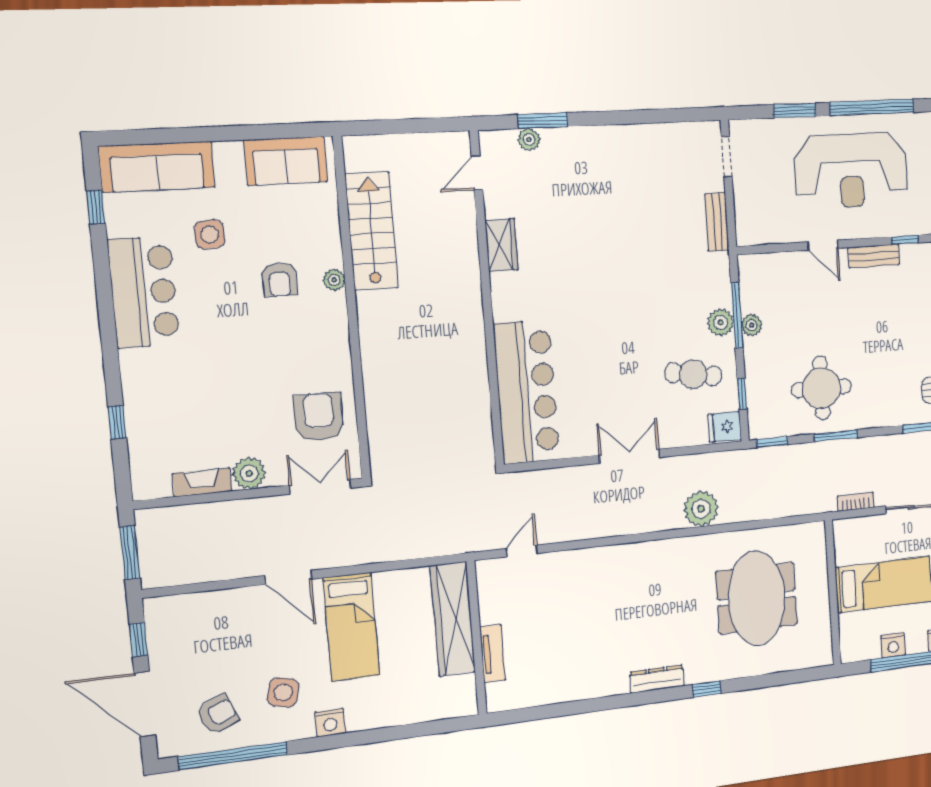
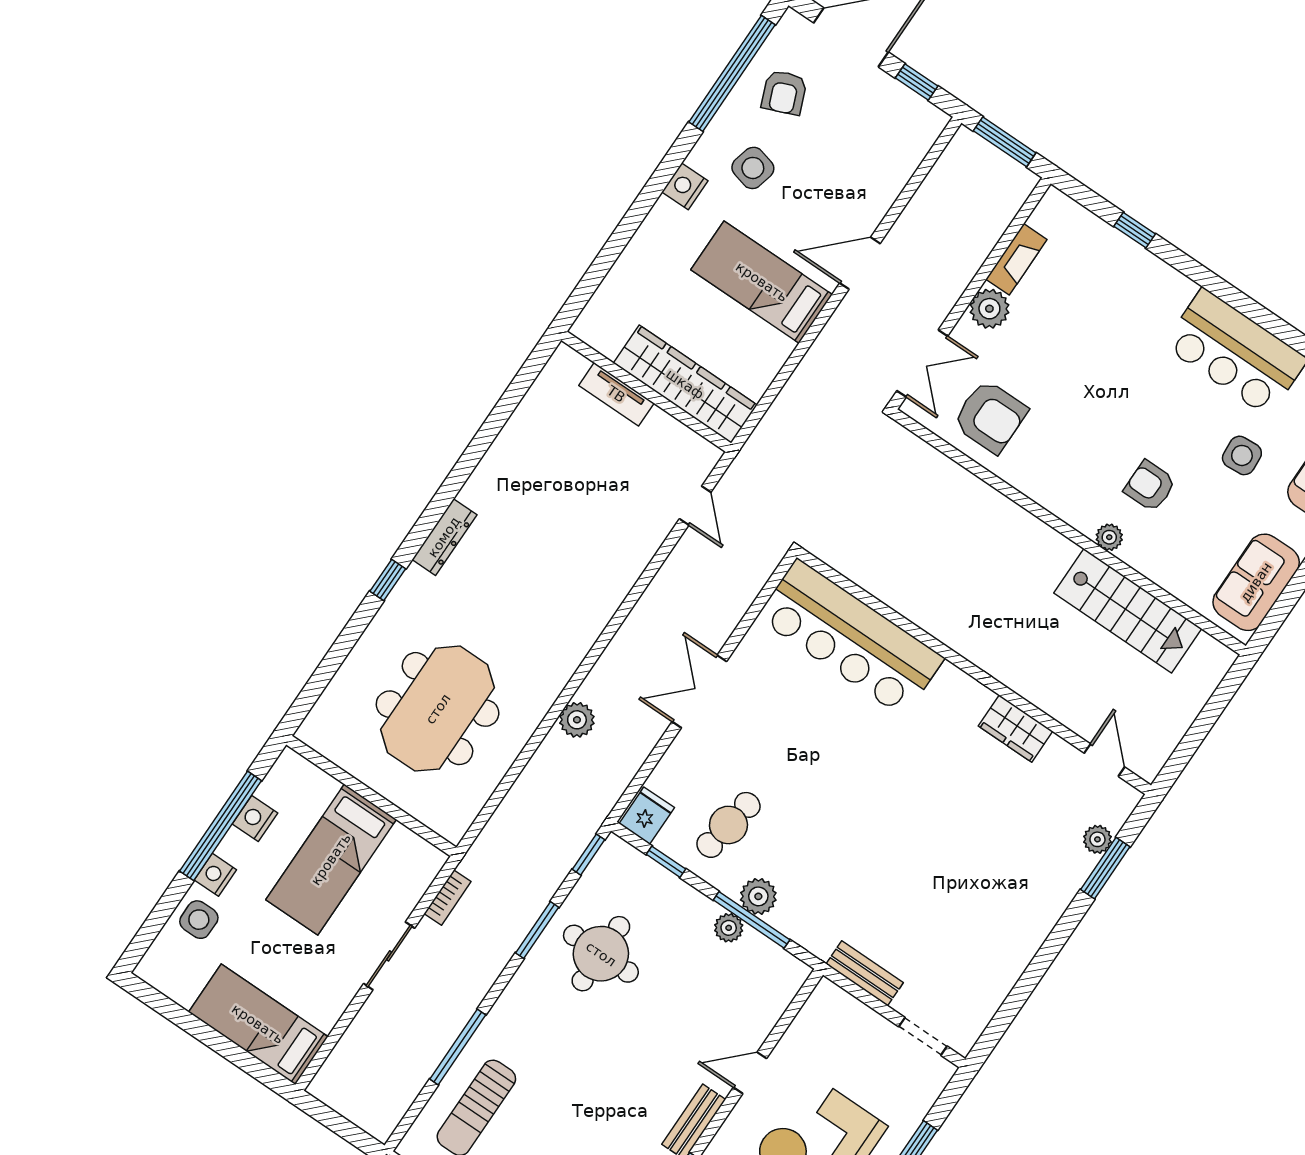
double door: (630, 456) -> (699, 691), swing flipped
plant: (701, 509) -> (577, 720), width x0.73, depth x0.73
meeting table: (757, 598) -> (438, 709), turned 90

